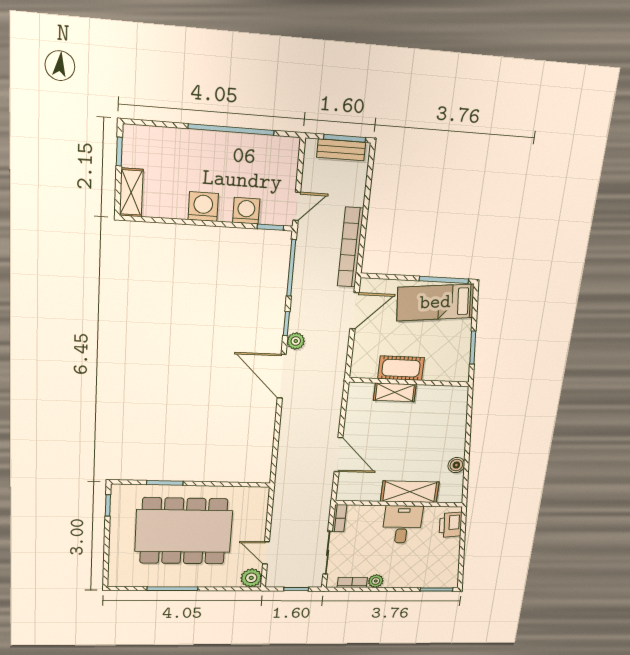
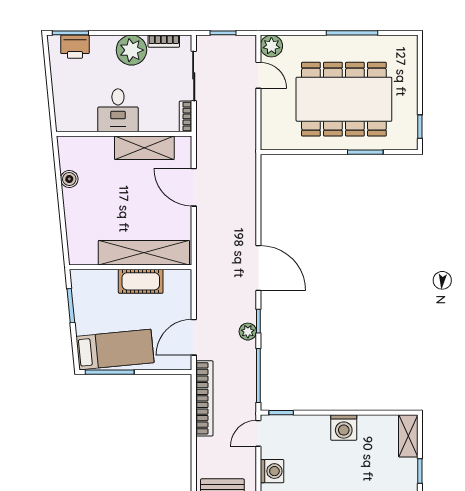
washing machine: (246, 211) -> (272, 471), moved, turned -90
plant: (296, 341) -> (248, 332), moved
shelving: (395, 392) -> (144, 253), width x2.20, depth x1.33
shelving: (410, 492) -> (144, 148), moved
printer: (451, 525) -> (75, 47), moved, turned 96
plant: (376, 581) -> (131, 50), width x1.87, depth x1.87

